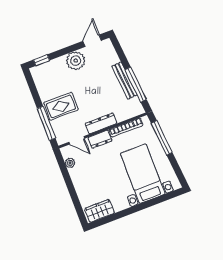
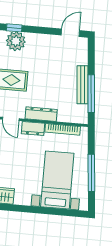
plant: (76, 61) -> (16, 41), moved
window: (162, 138) -> (91, 173), moved

